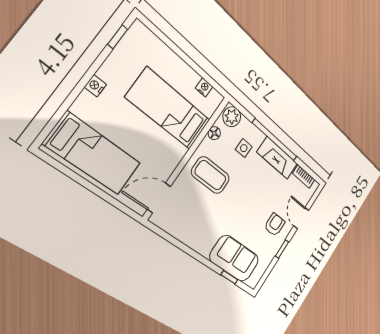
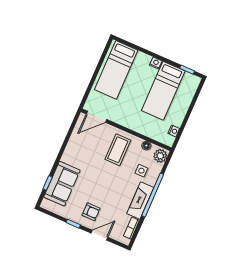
bed: (169, 109) -> (163, 91), moved, turned 180
door: (159, 198) -> (96, 117), swing flipped

